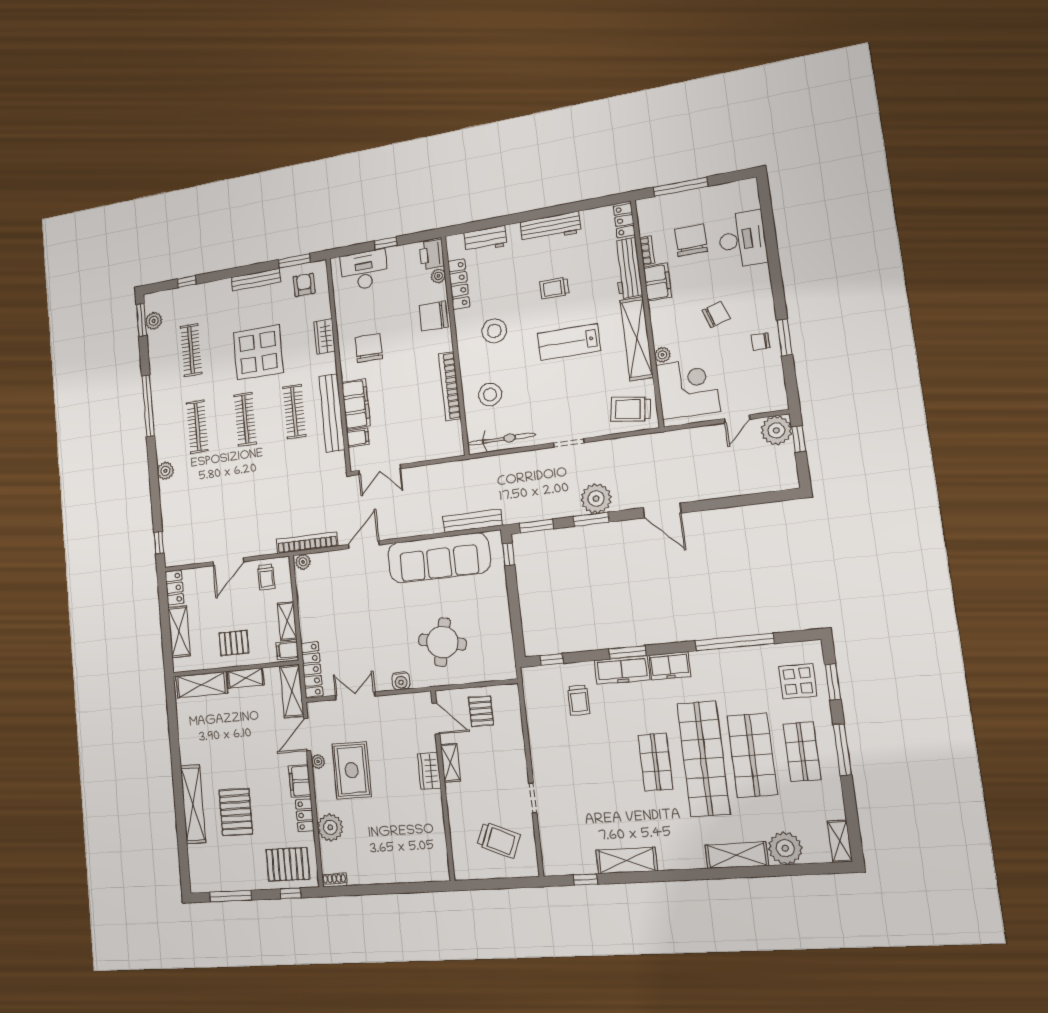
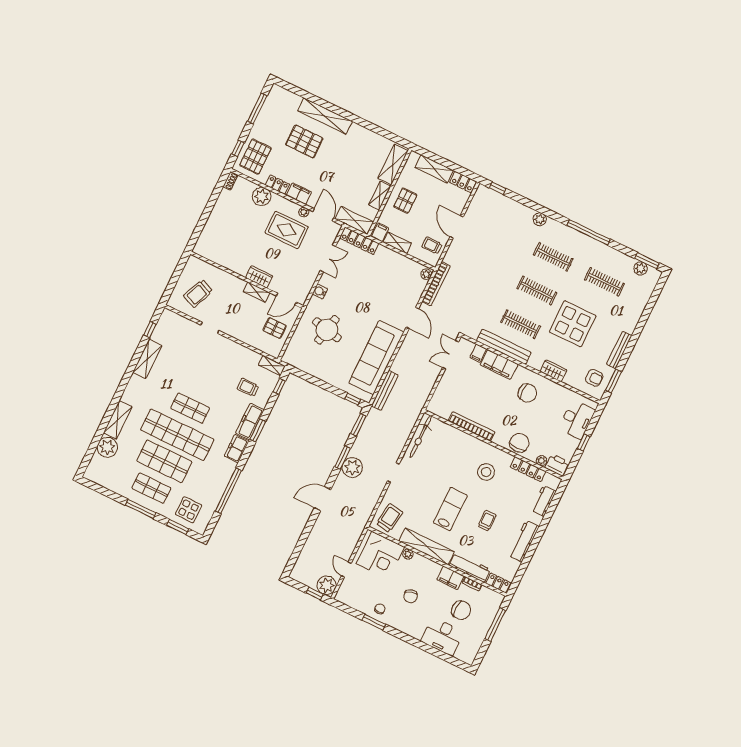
window: (187, 282) -> (650, 305), removed
stool: (490, 395) -> (451, 446), removed
shelving: (840, 841) -> (272, 365), moved

